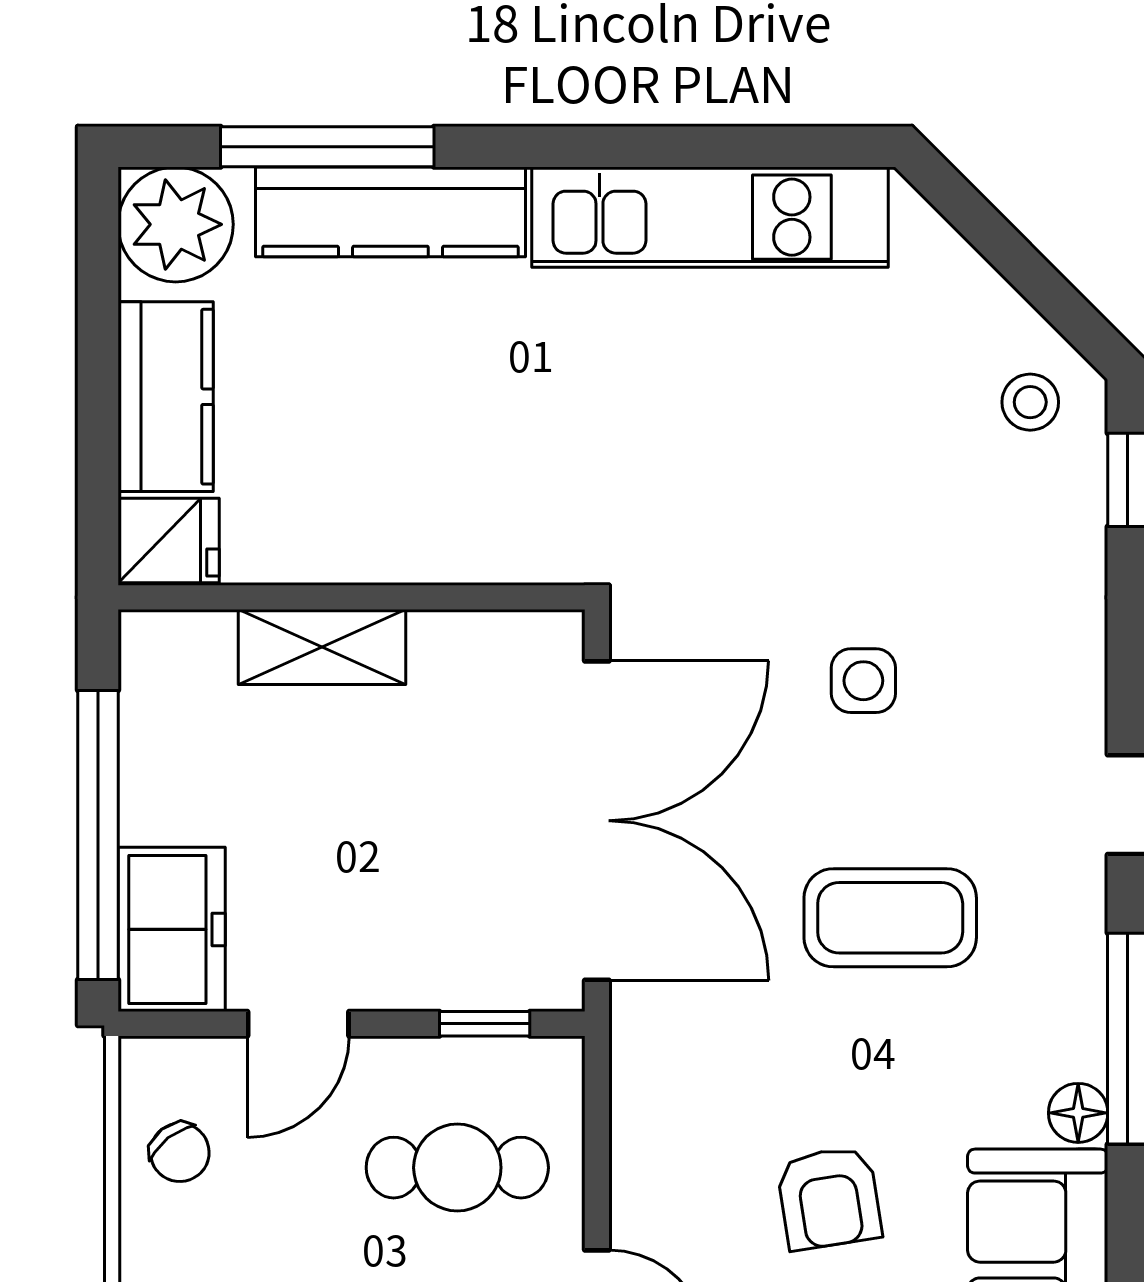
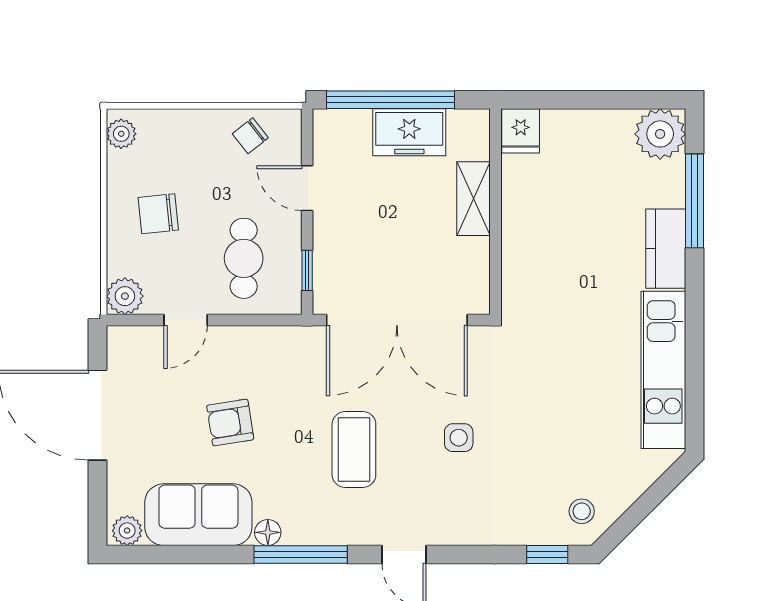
kitchen counter: (390, 212) -> (666, 249), width x0.67
kitchen counter: (166, 397) -> (584, 130), removed
freezer: (172, 929) -> (409, 132), moved

